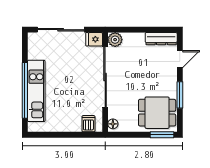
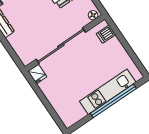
sliding door: (61, 30) -> (47, 105), removed
plant: (115, 40) -> (27, 58), removed

